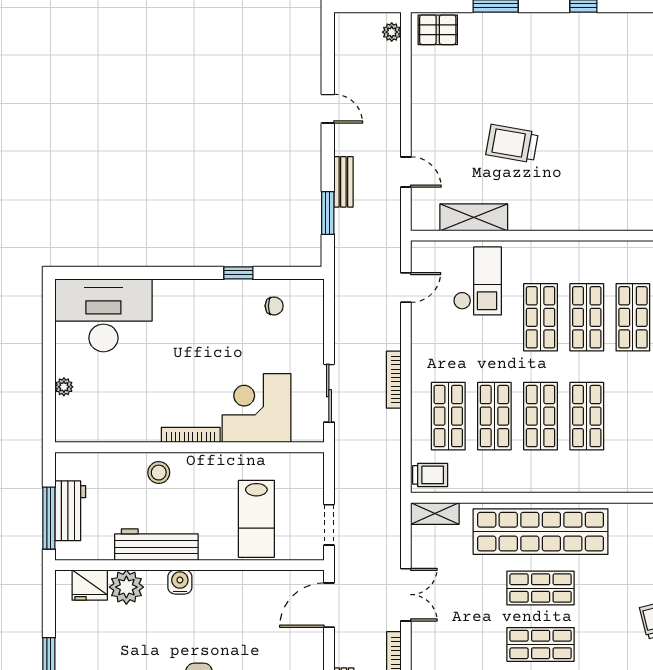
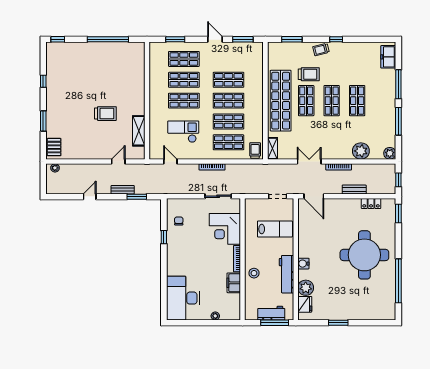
trolley: (512, 144) -> (105, 114), turned -100
checkout: (477, 281) -> (183, 132), moved
filing cabinet: (137, 428) -> (234, 283), added
trolley: (599, 594) -> (309, 74), added

